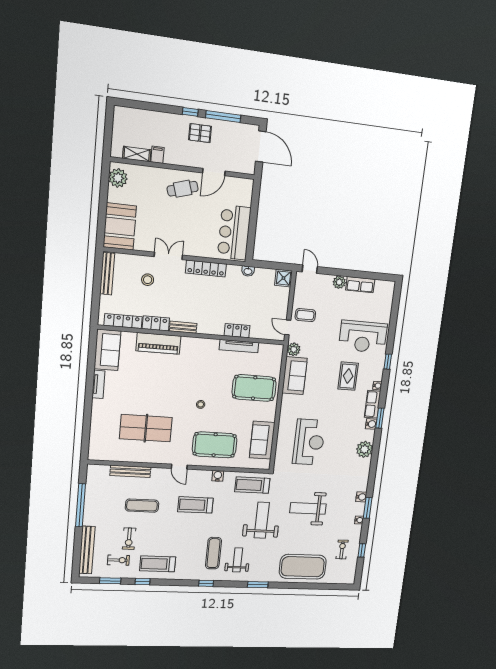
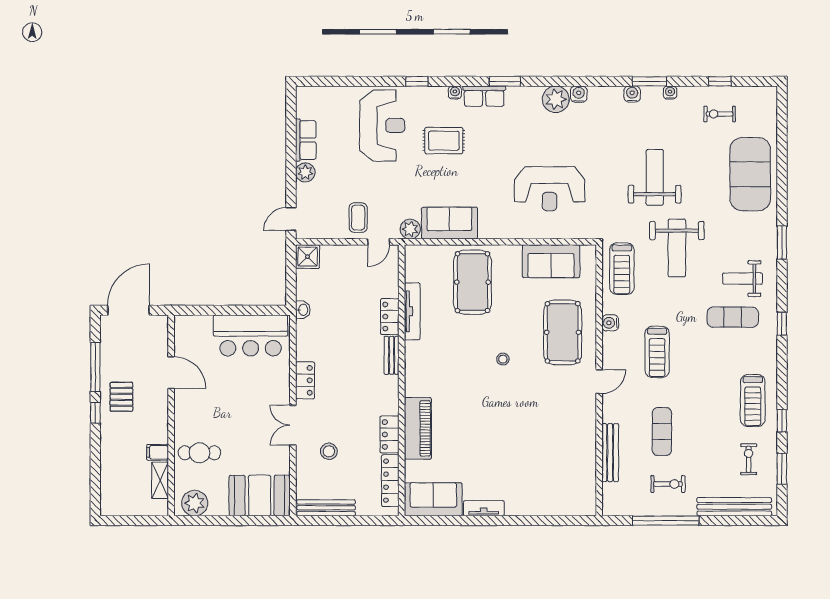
cafe table: (183, 189) -> (199, 453), moved, turned -73
locker: (206, 268) -> (305, 380), width x0.66
bench: (183, 327) -> (392, 355), moved
water cooler: (371, 424) -> (579, 94), moved
table tennis table: (146, 428) -> (544, 436), removed
reception desk: (309, 442) -> (550, 189), turned 180
weight bench: (308, 508) -> (655, 177), turned 180
weight bench: (262, 520) -> (677, 248), turned -90
exercise bike: (129, 539) -> (668, 484), moved

